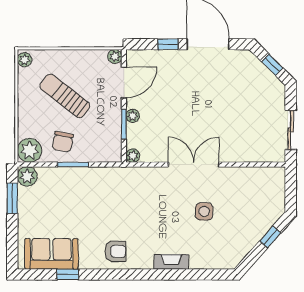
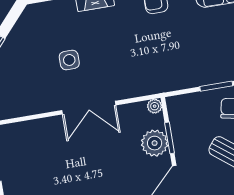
plant: (133, 116) -> (155, 143), width x1.88, depth x1.88

